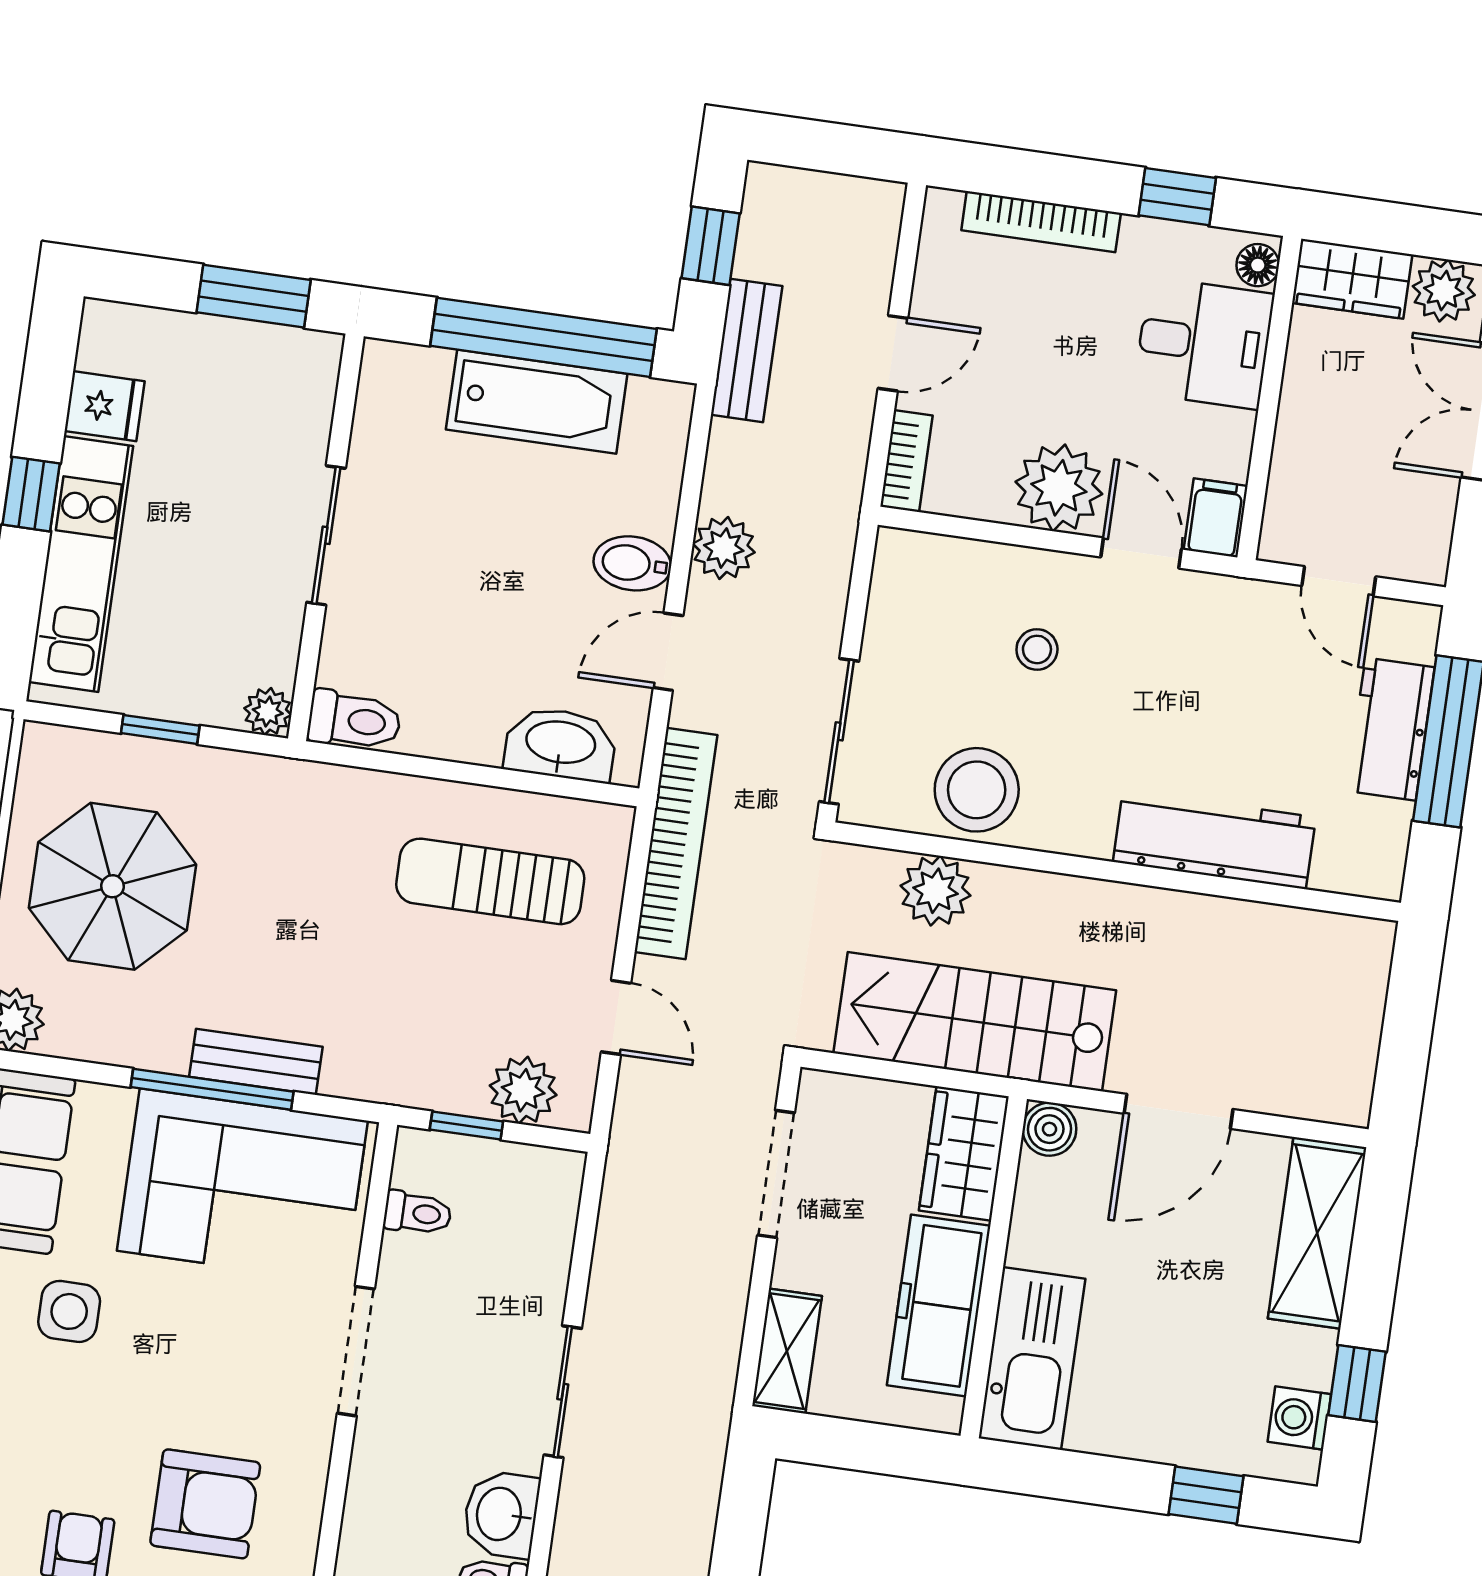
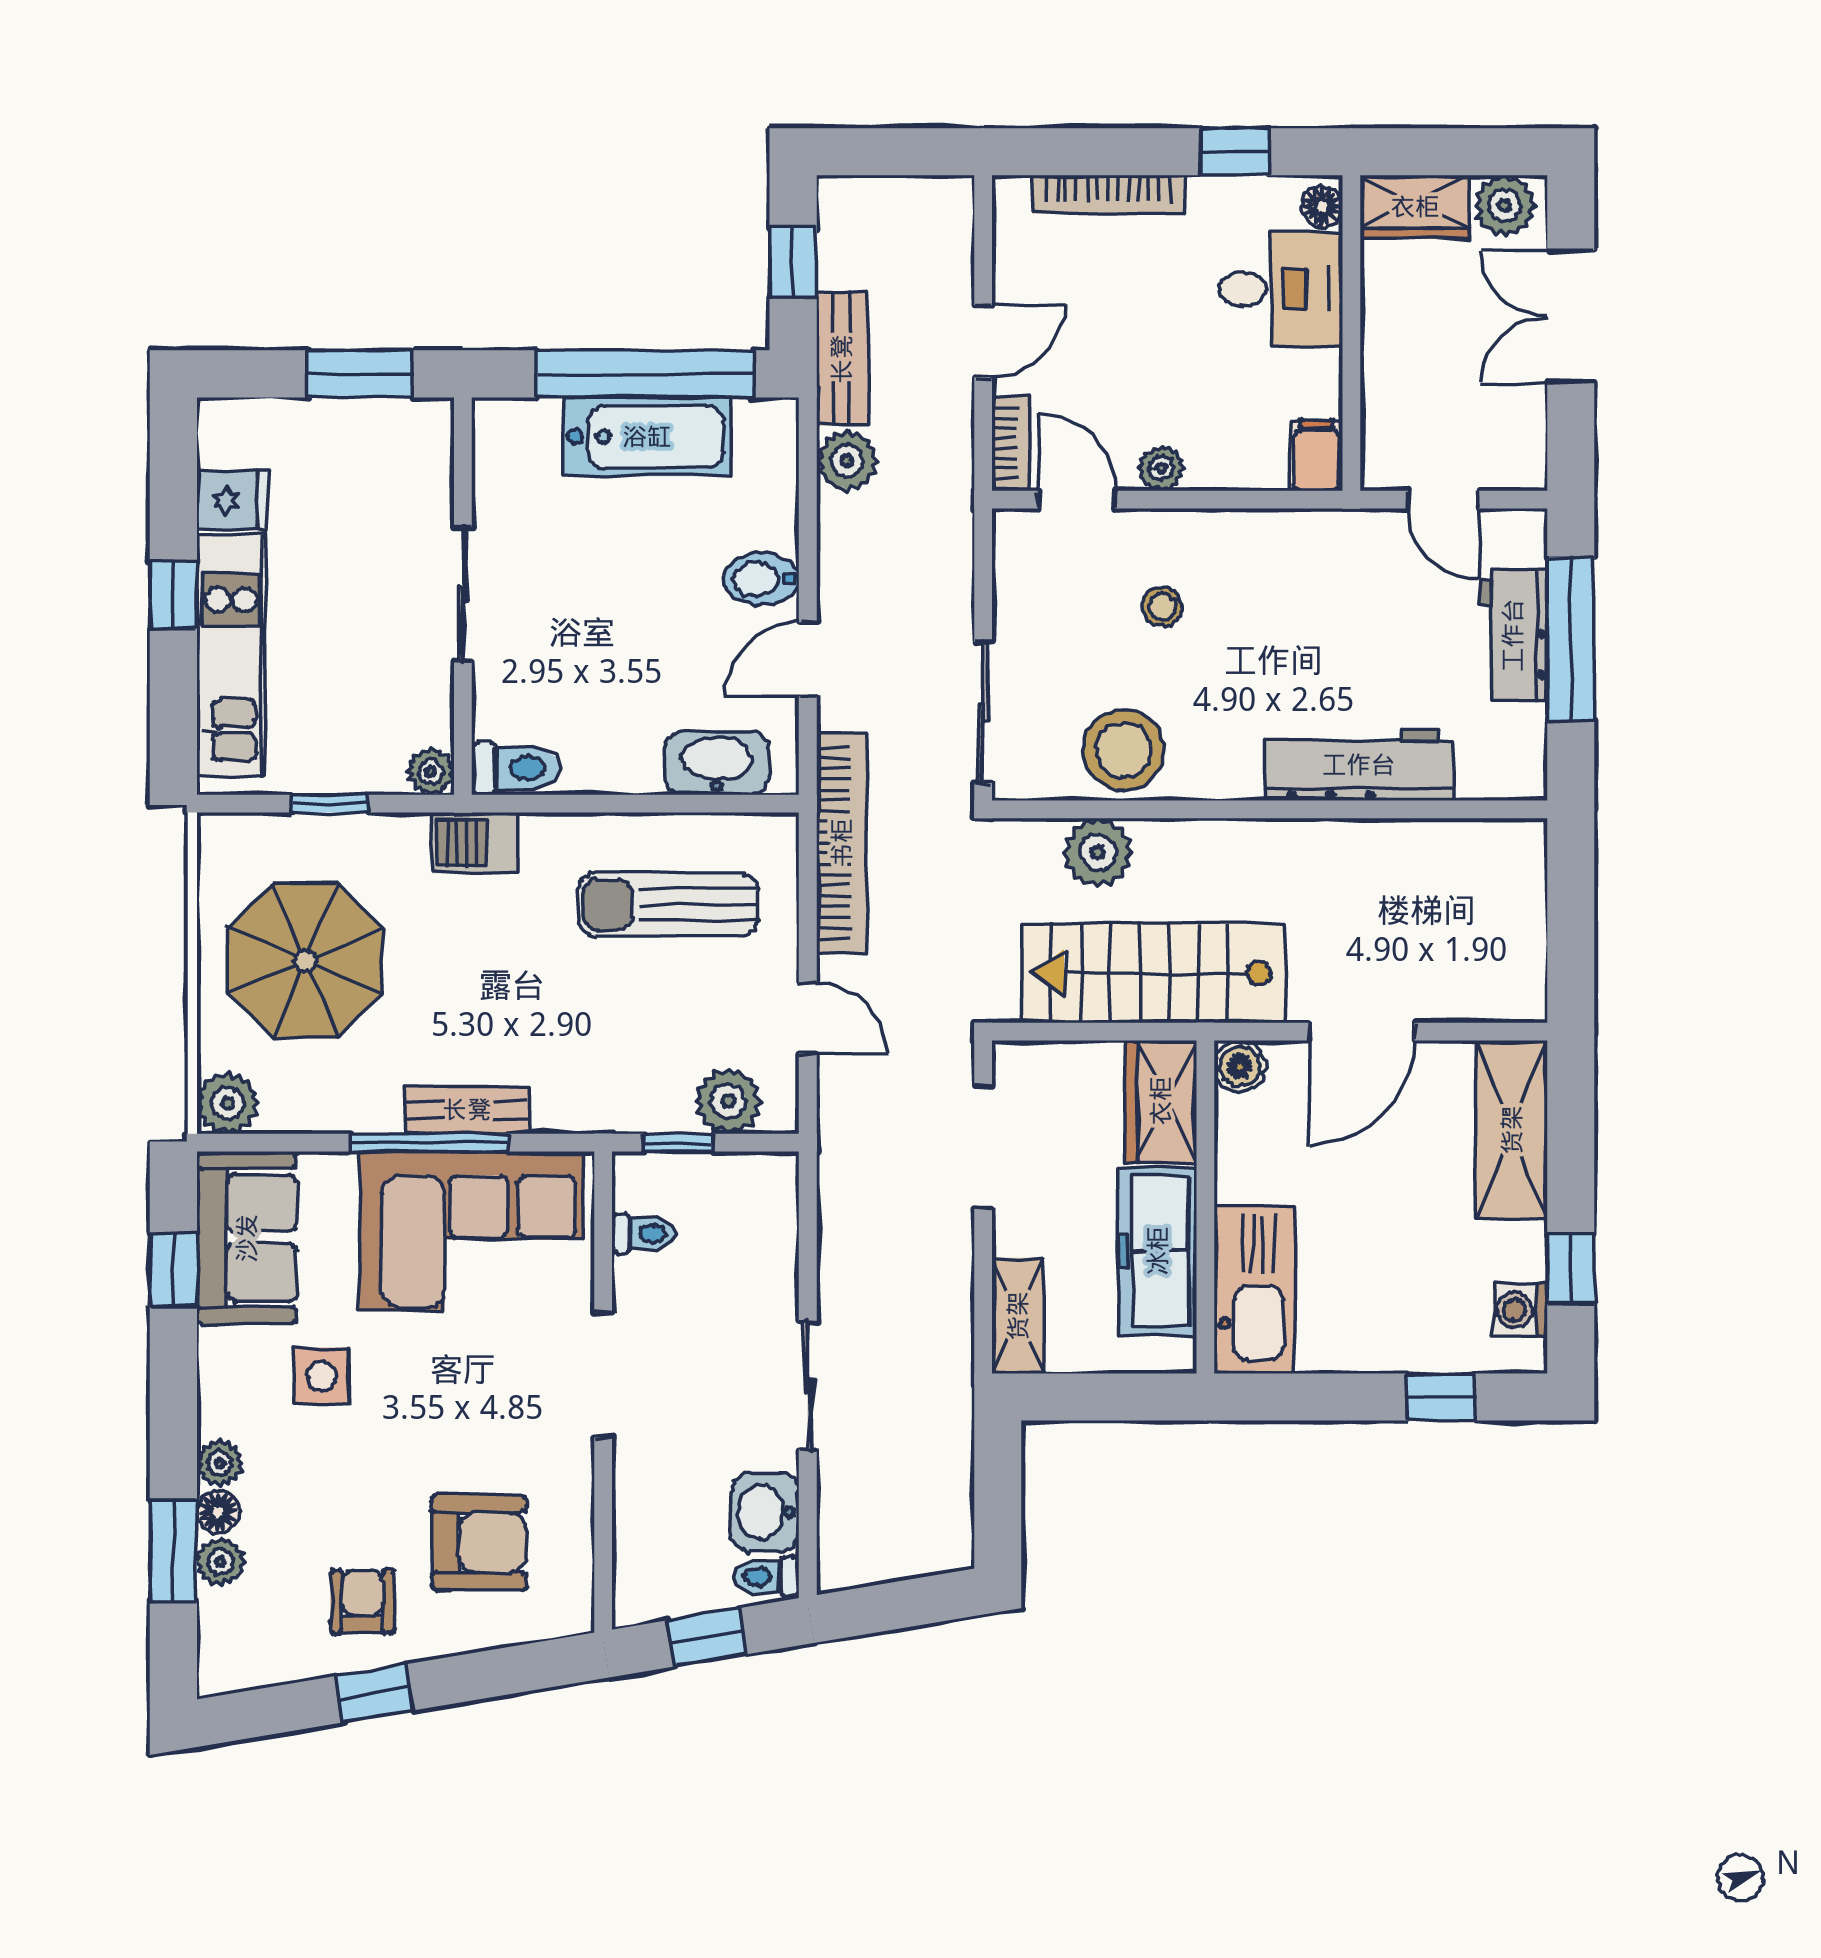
plant: (1059, 488) -> (1161, 468), width x0.53, depth x0.53
plant: (724, 548) -> (847, 461), moved
door: (1141, 553) -> (1076, 500), moved
barbecue: (302, 790) -> (475, 843), added

